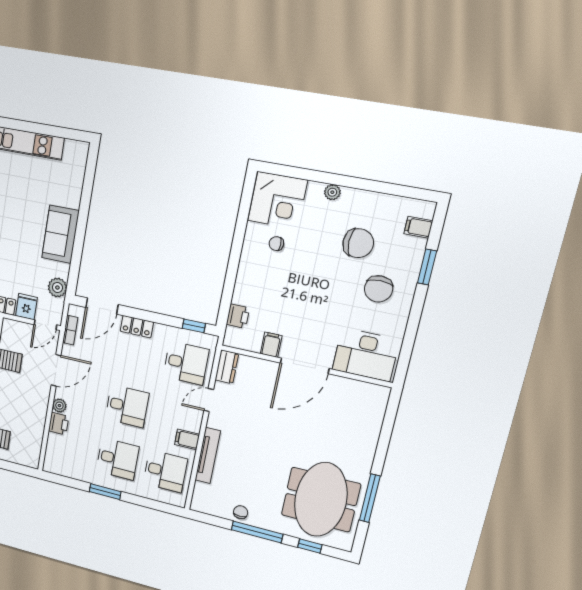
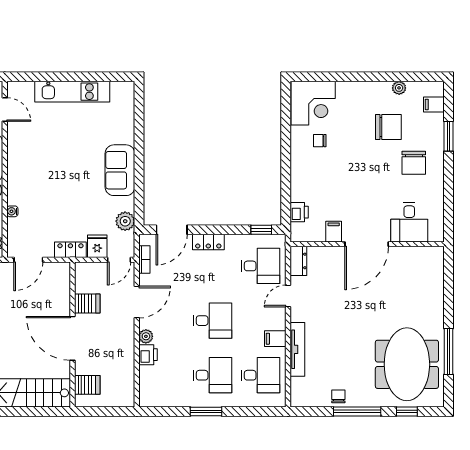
plant: (332, 192) -> (399, 88), moved
desk: (366, 355) -> (409, 222), width x0.73

